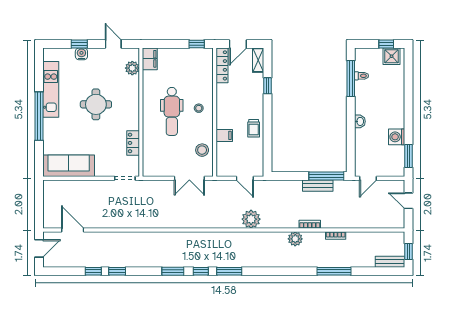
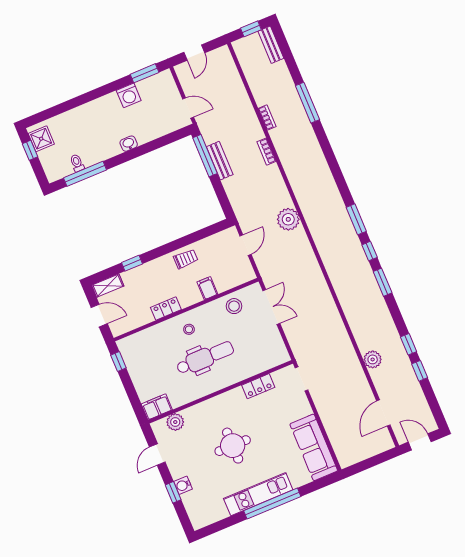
locker: (222, 65) -> (166, 308), moved, width x0.66
kitchen unit: (51, 89) -> (258, 494), moved
plant: (295, 239) -> (373, 359), moved

